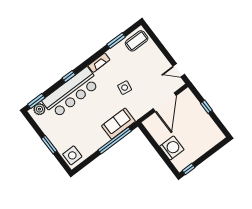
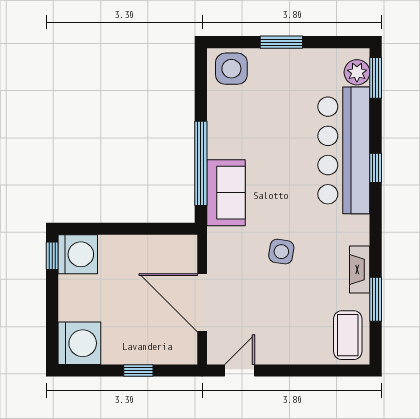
fireplace: (99, 63) -> (360, 269), moved
washing machine: (213, 135) -> (79, 343), added
washing machine: (172, 148) -> (78, 254), moved, turned -90

